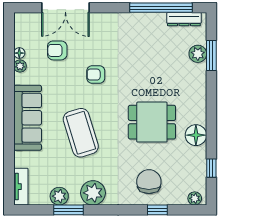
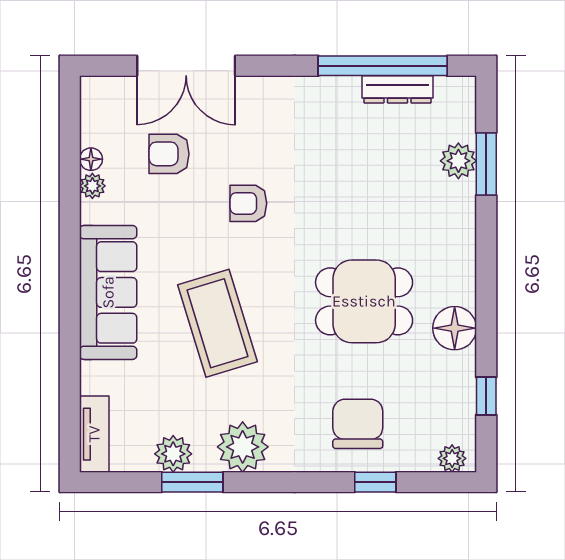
dresser: (184, 19) -> (397, 89), moved

